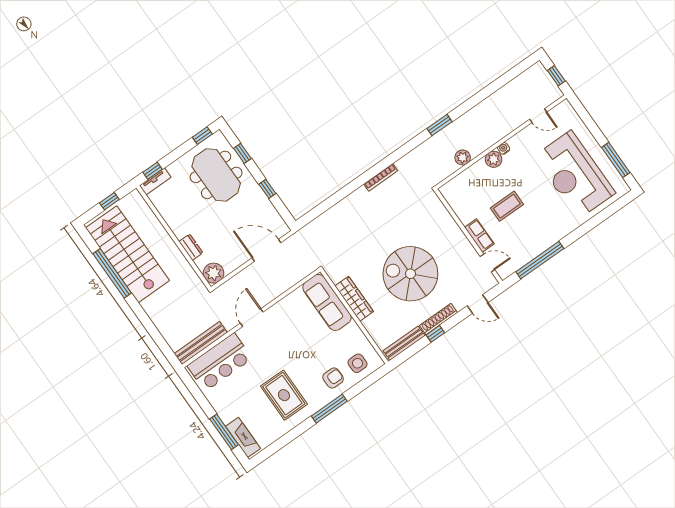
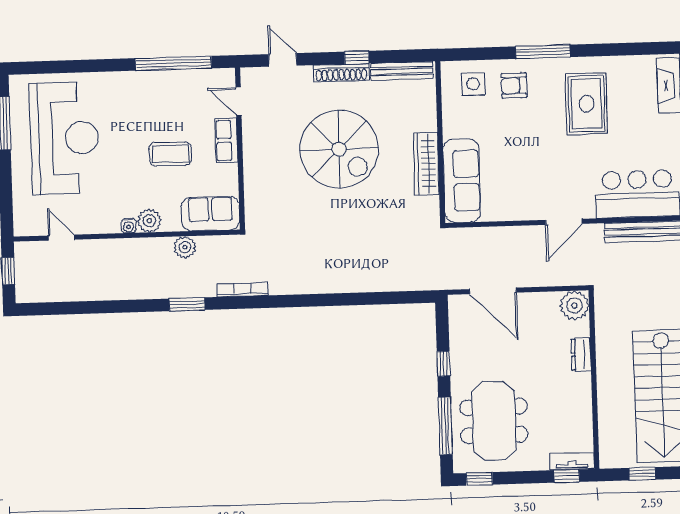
window: (242, 153) -> (445, 426), width x2.17
bookcase: (381, 177) -> (242, 290), moved
sofa: (461, 187) -> (210, 214), added

